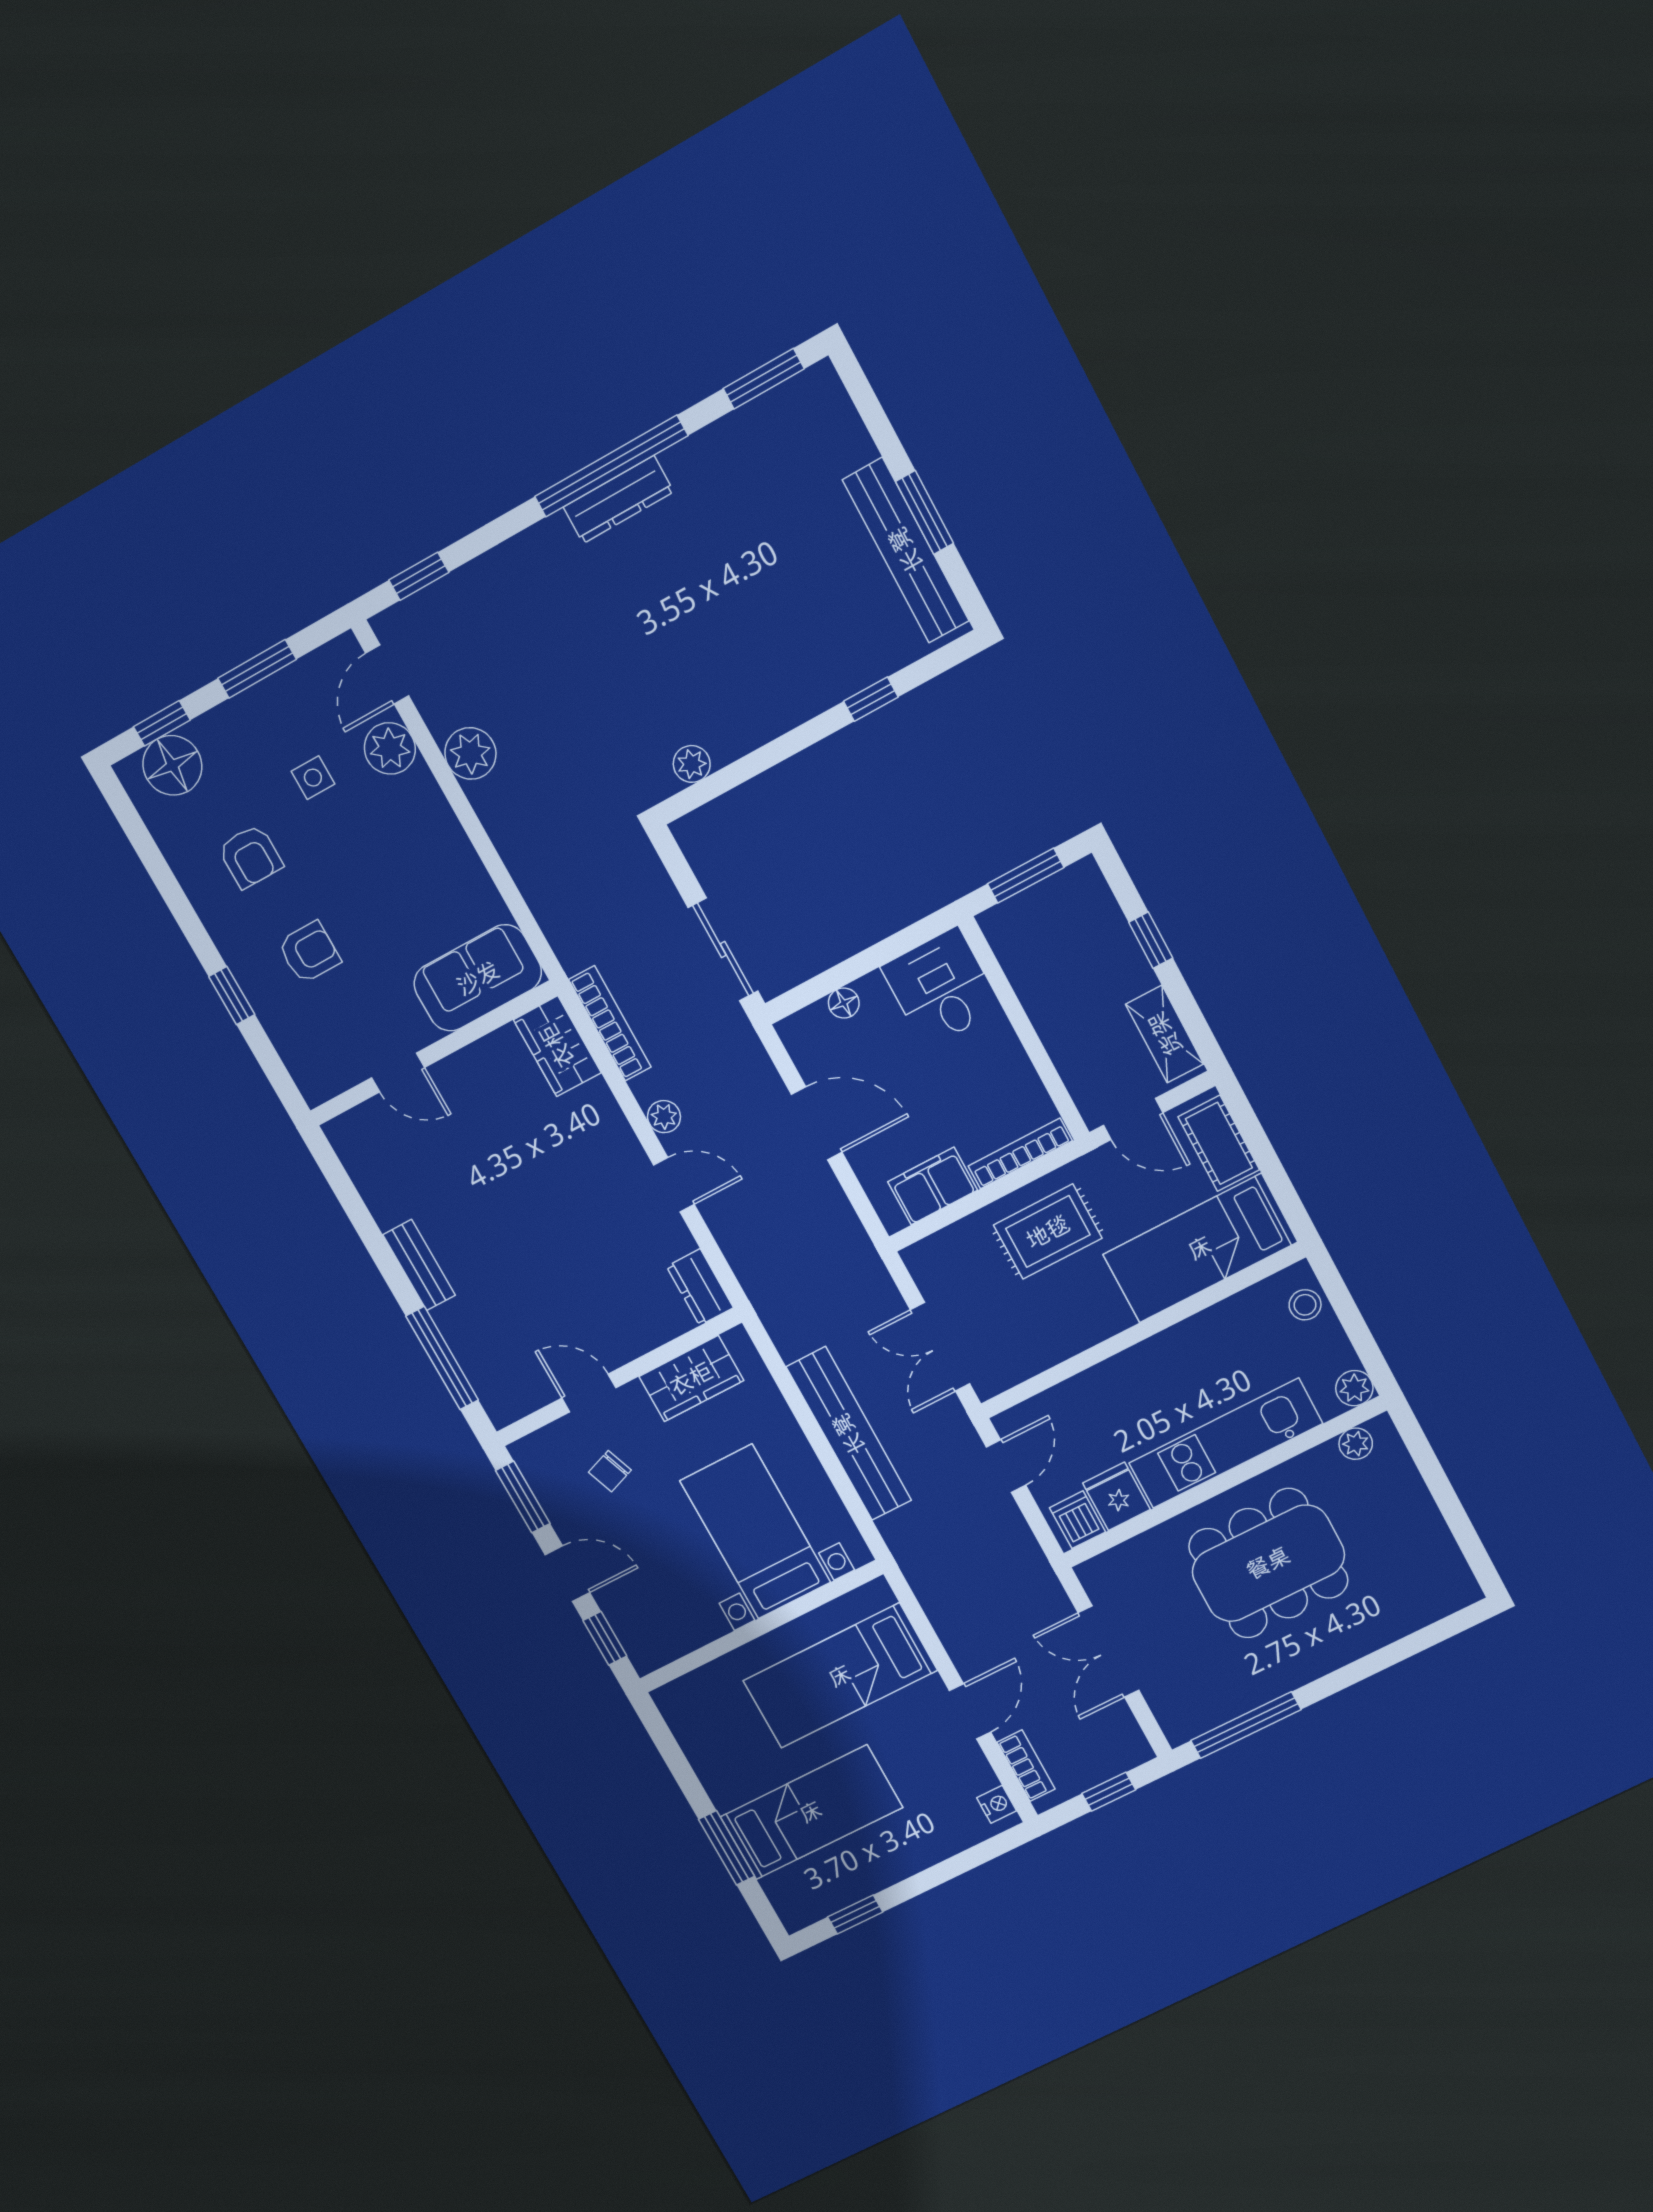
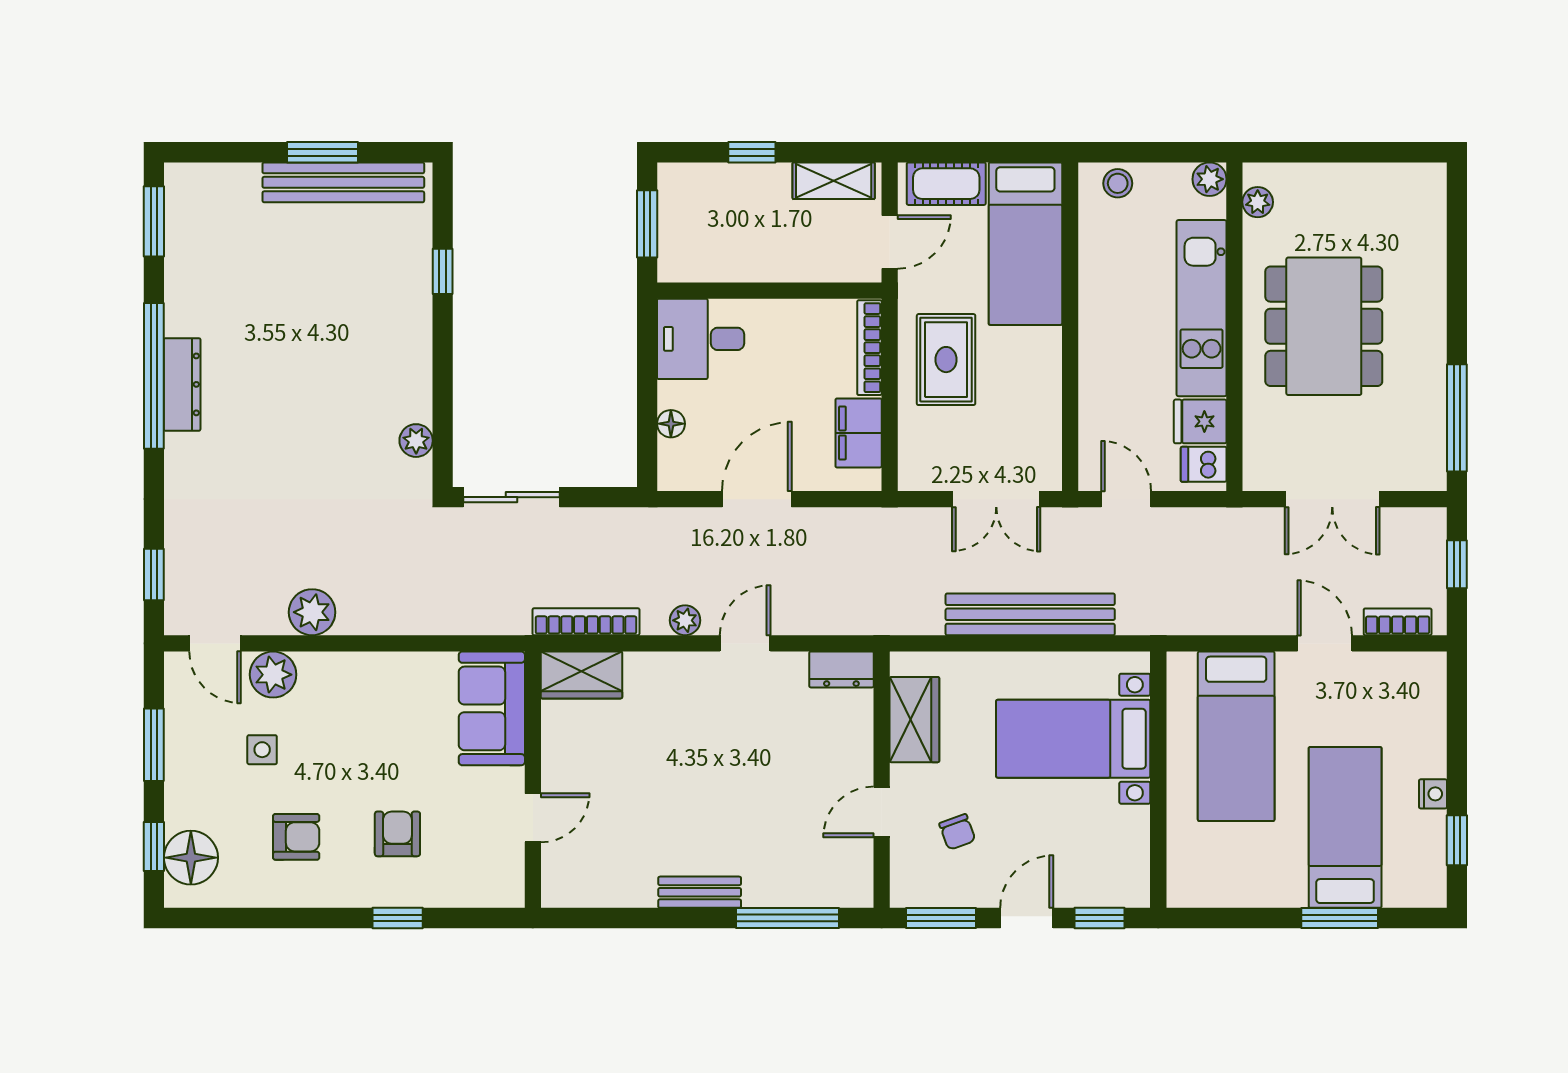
sliding door: (723, 950) -> (512, 497), moved
nightstand: (997, 1804) -> (1433, 794), moved, turned 90

